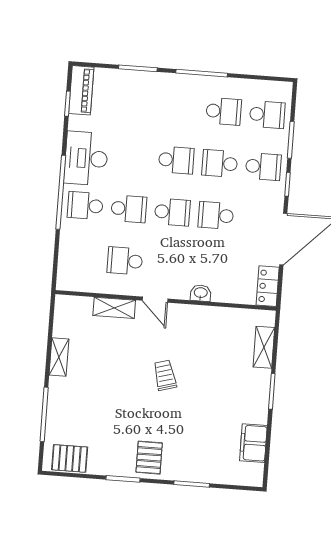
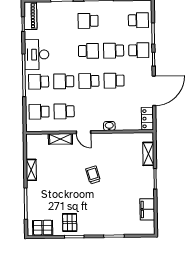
school desk: (224, 111) -> (88, 21), moved, turned 180
school desk: (129, 209) -> (64, 81), turned 180
school desk: (172, 212) -> (89, 81), turned 180
school desk: (81, 258) -> (39, 112), added
pallet: (149, 458) -> (70, 223), moved

